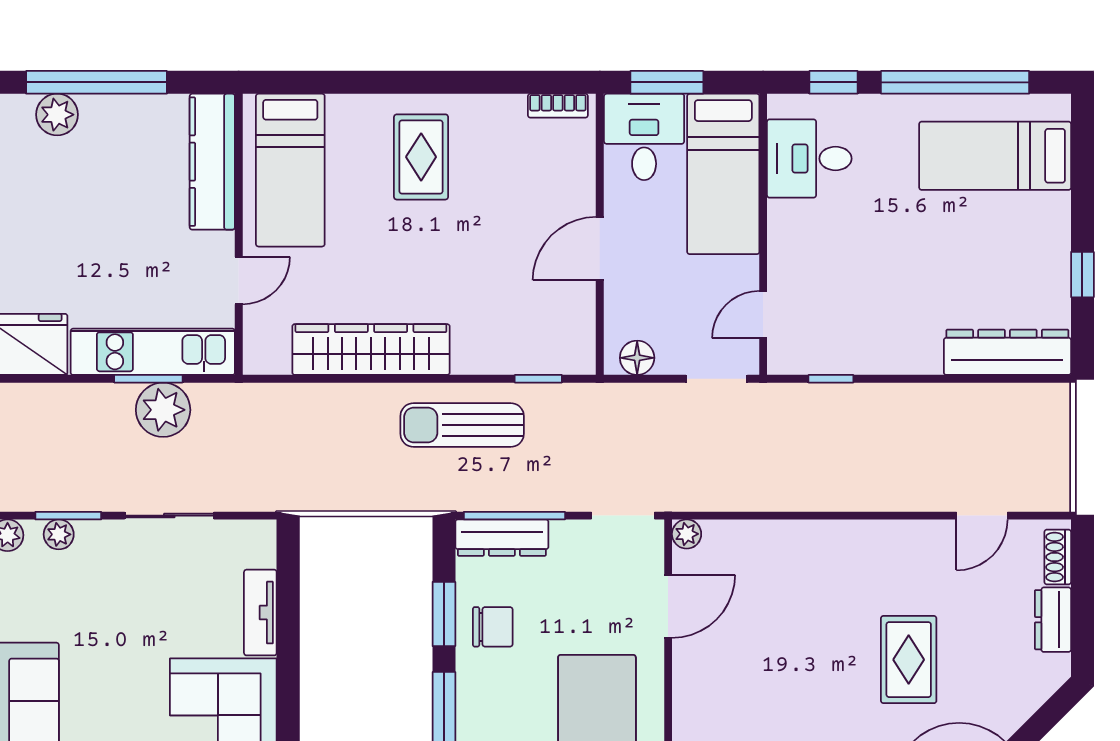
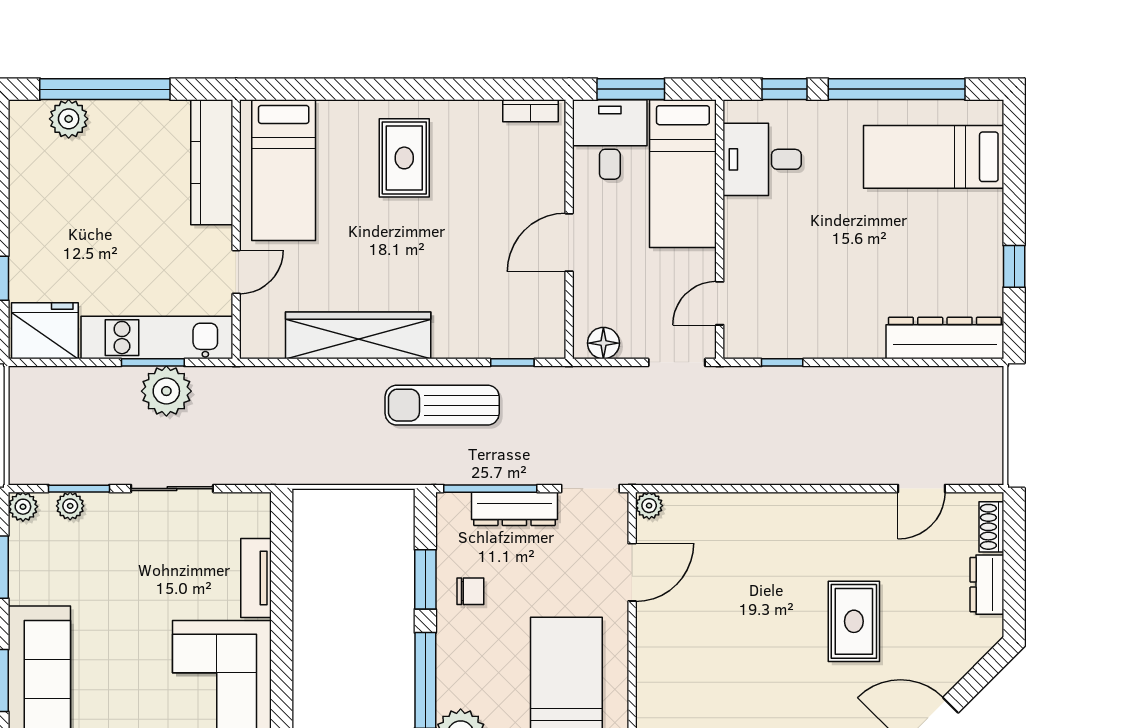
dresser: (502, 538) -> (514, 509), moved
chair: (493, 627) -> (470, 591), width x0.73, depth x0.73

